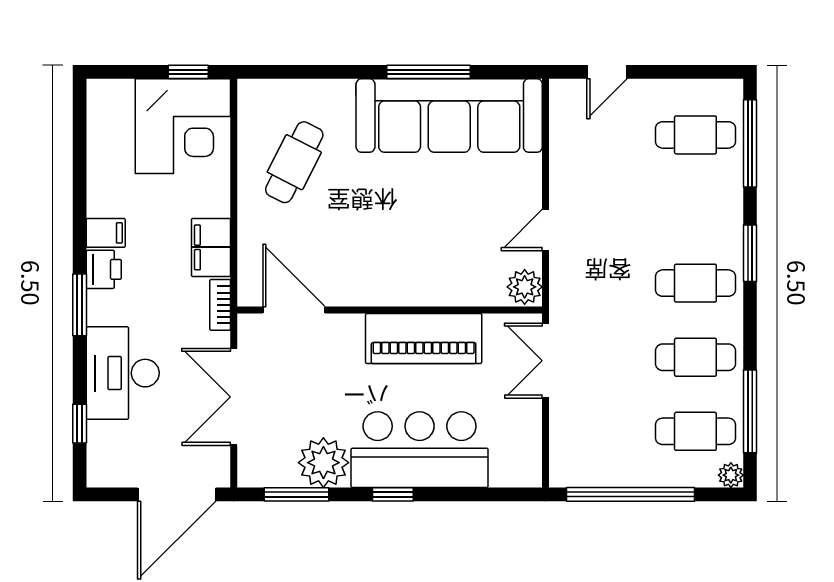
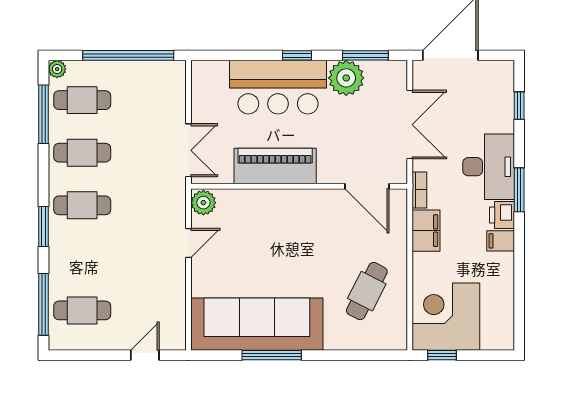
desk: (123, 373) -> (489, 167), moved

